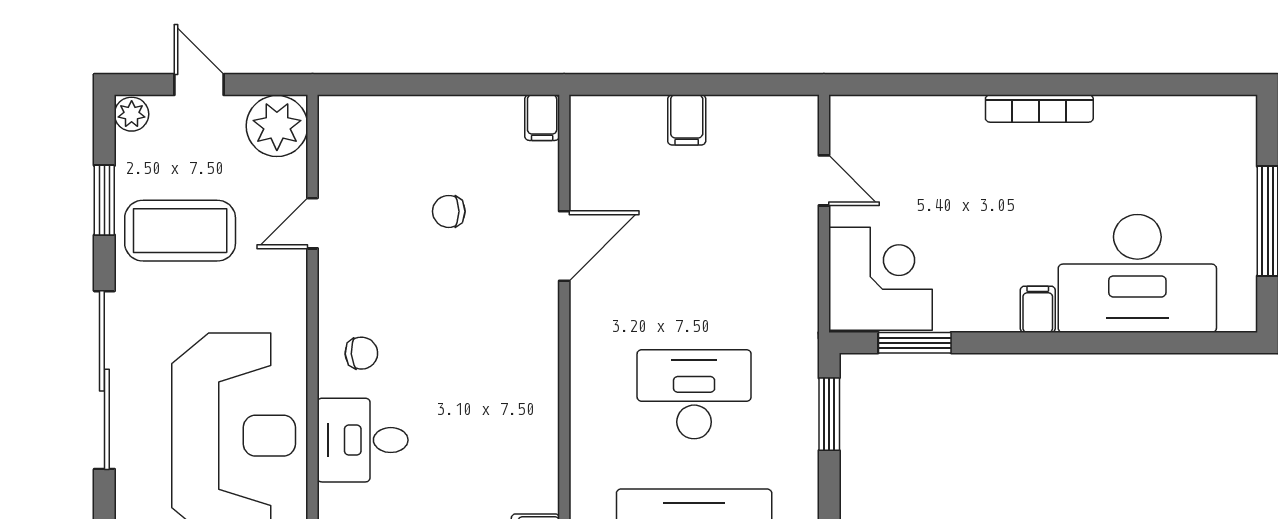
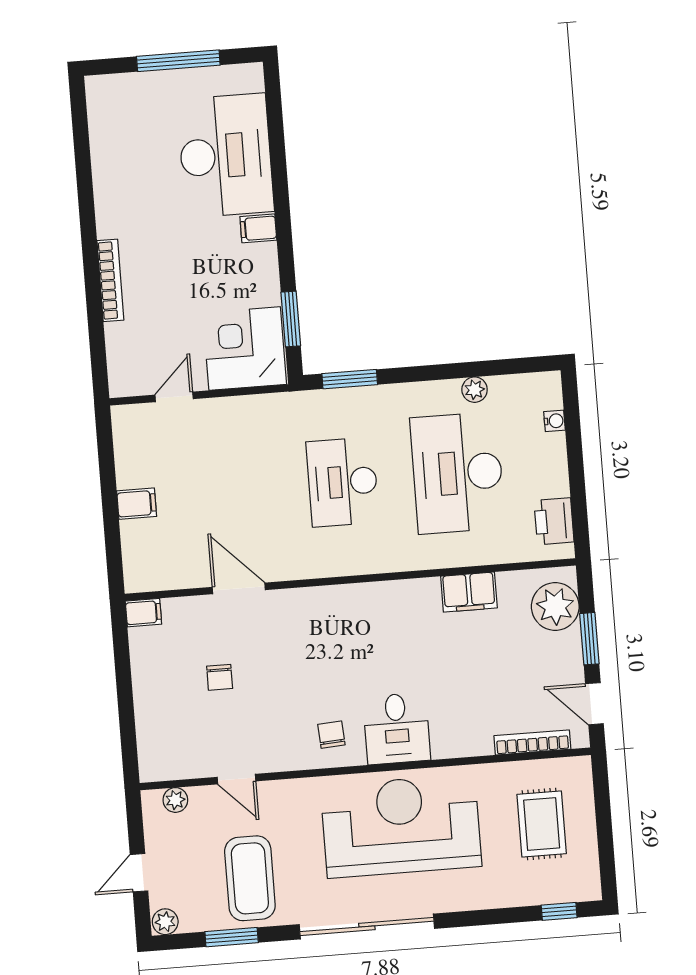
bookcase: (1039, 108) -> (110, 280), moved
plant: (277, 126) -> (175, 800), width x0.53, depth x0.53

